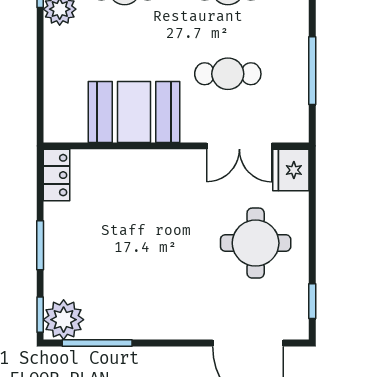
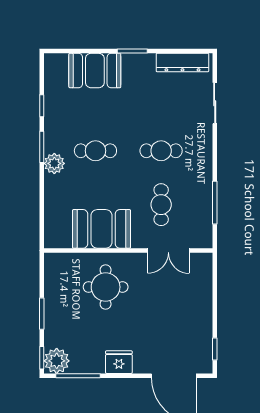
cafe table: (228, 74) -> (161, 205), turned 90
fridge: (291, 170) -> (119, 362), moved, turned 90
locker: (57, 175) -> (52, 269), removed
round table: (256, 243) -> (106, 287), moved

